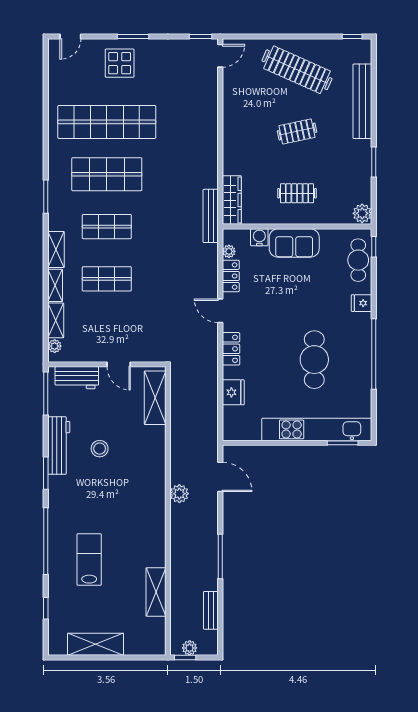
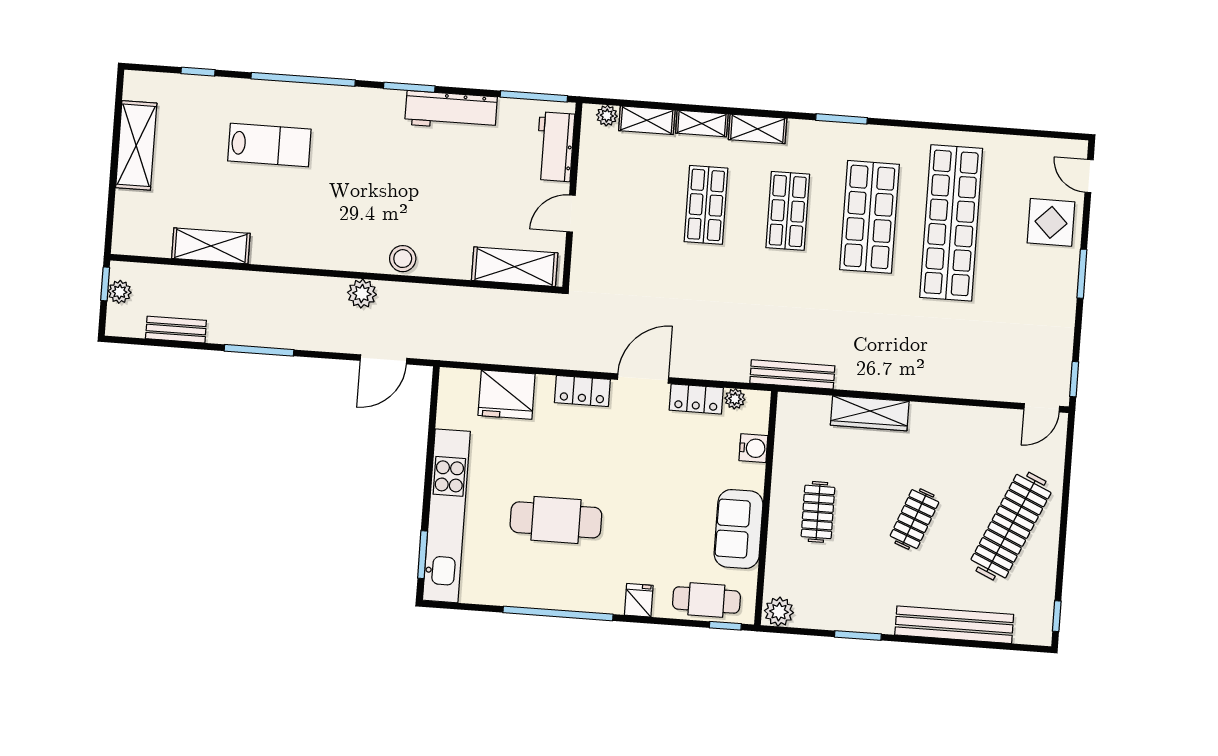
door: (220, 56) -> (1042, 408), hinge flipped
display table: (120, 63) -> (1051, 222), moved
clothes rail: (297, 131) -> (914, 519), turned 33
wardrobe: (232, 200) -> (870, 413), moved
sofa: (294, 243) -> (739, 529), moved
door: (220, 311) -> (643, 378), width x1.38
fridge: (233, 392) -> (507, 395), width x1.36, depth x1.34
stool: (100, 449) -> (403, 259), moved

